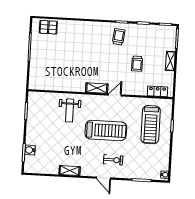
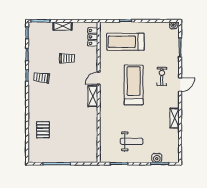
pallet: (48, 27) -> (43, 130), moved
door: (115, 95) -> (99, 78), hinge flipped
weight bench: (70, 110) -> (132, 141), moved
treadmill: (151, 125) -> (125, 42), turned 180

